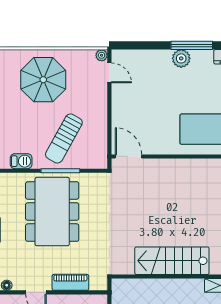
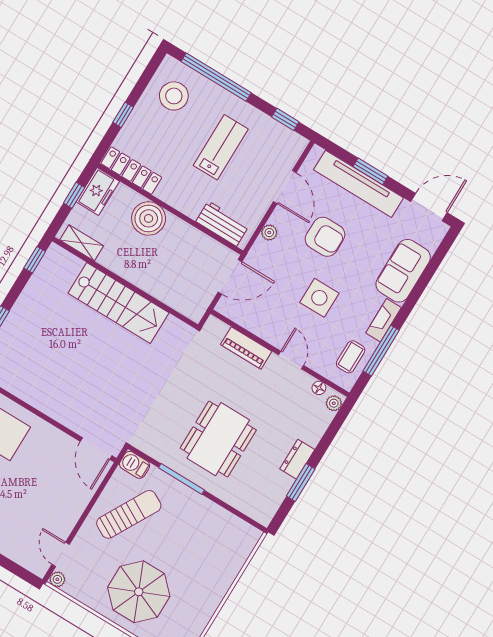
sun lounger: (64, 139) -> (129, 514), moved
barbecue: (21, 161) -> (135, 465), moved
dining table: (52, 212) -> (218, 439), width x0.73, depth x0.80

